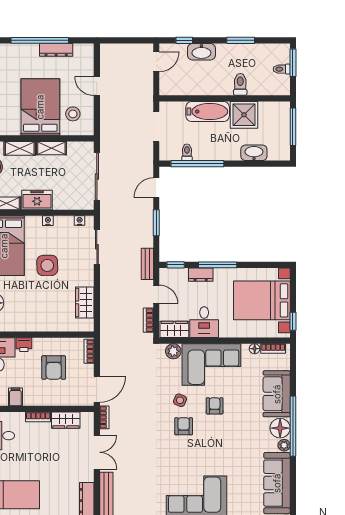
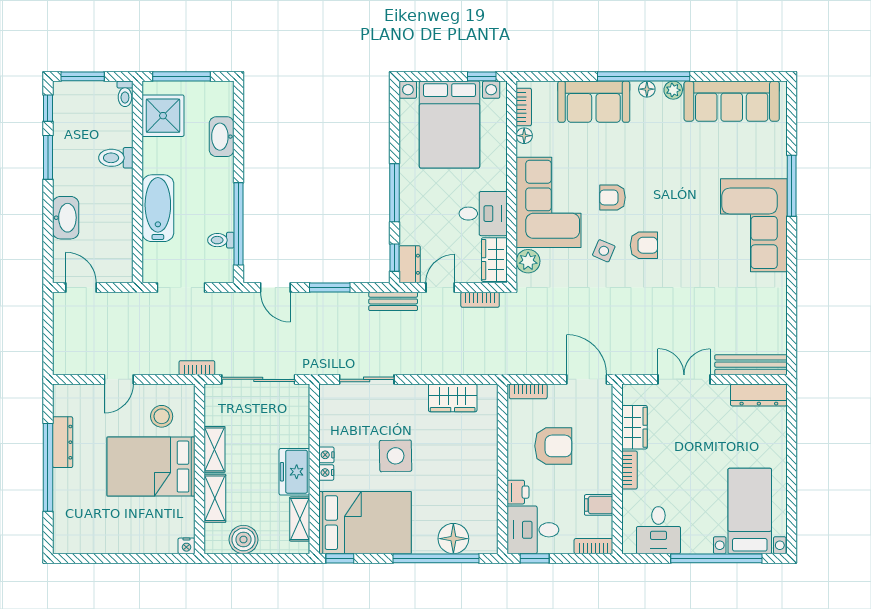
window: (184, 40) -> (48, 108), moved
toilet: (282, 69) -> (125, 94), moved
shower: (244, 115) -> (163, 116), moved
nightstand: (80, 221) -> (326, 473), moved
dresser: (201, 275) -> (410, 264), moved
bookcase: (104, 417) -> (197, 368), moved
armchair: (184, 426) -> (644, 245), turned 180
floor lamp: (280, 428) -> (647, 89), width x0.53, depth x0.53

